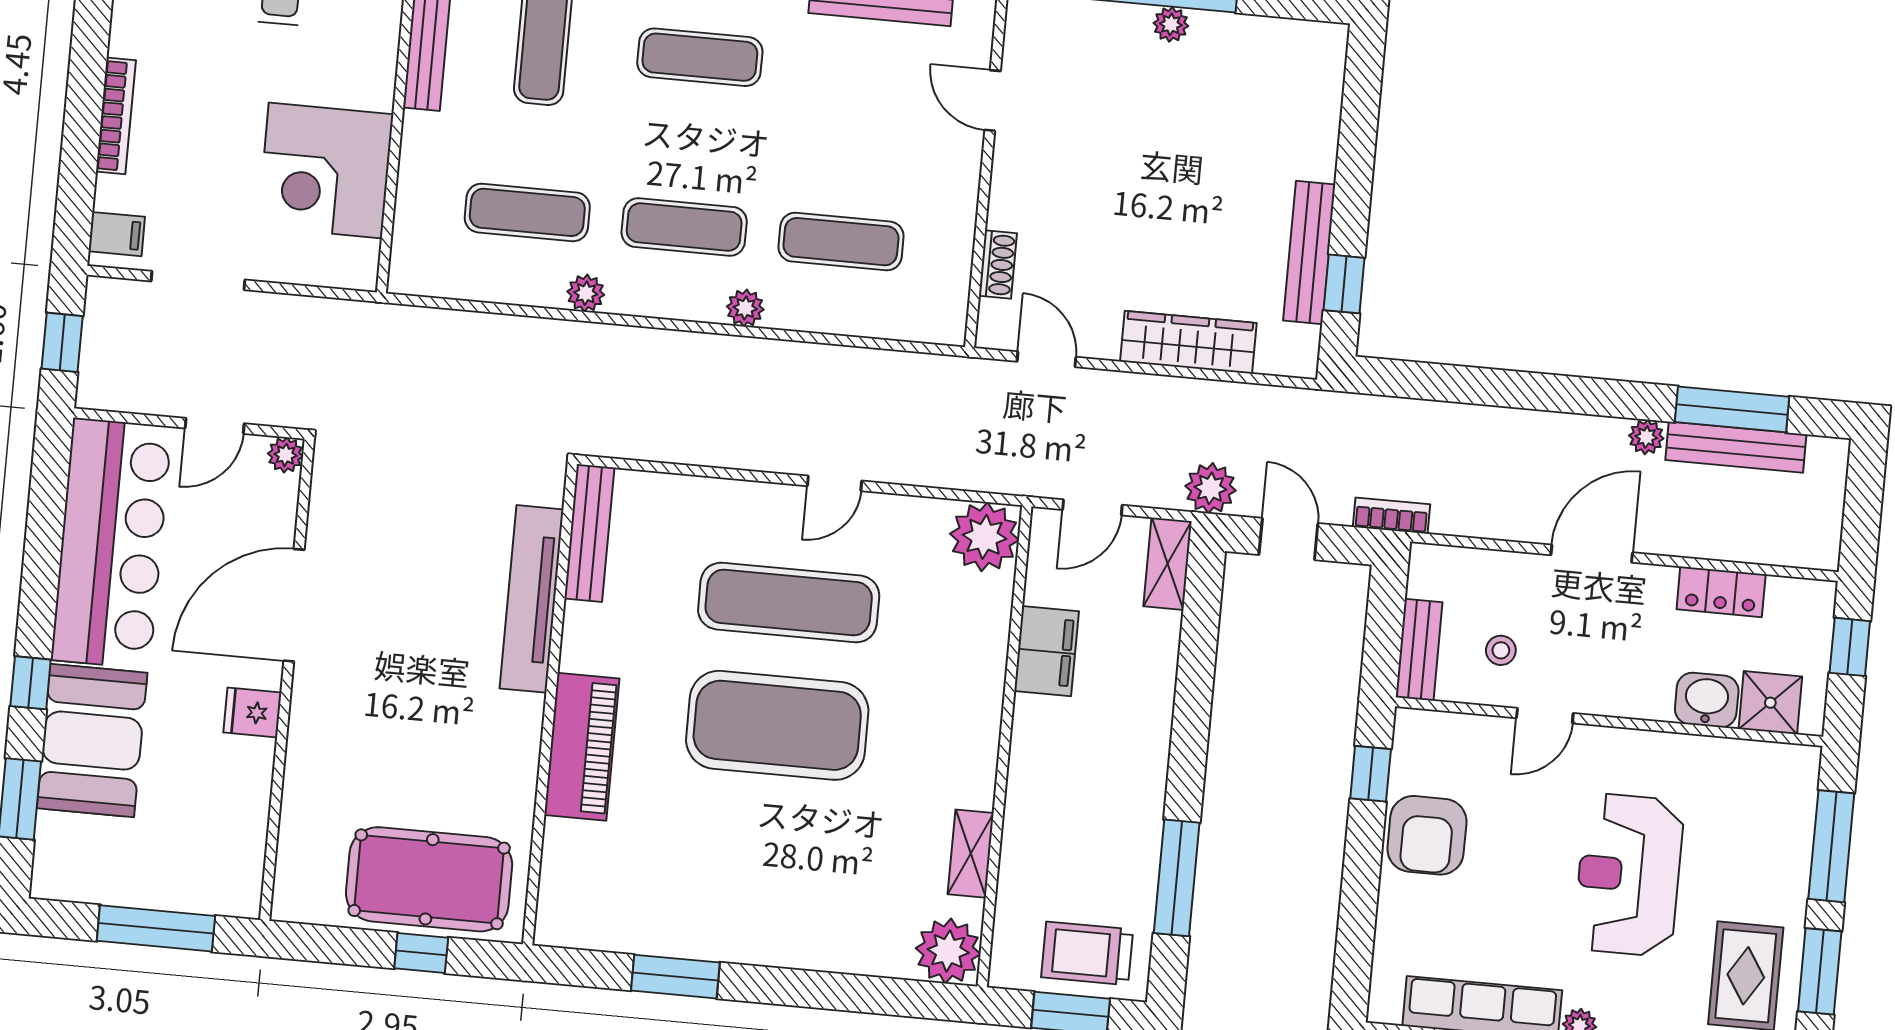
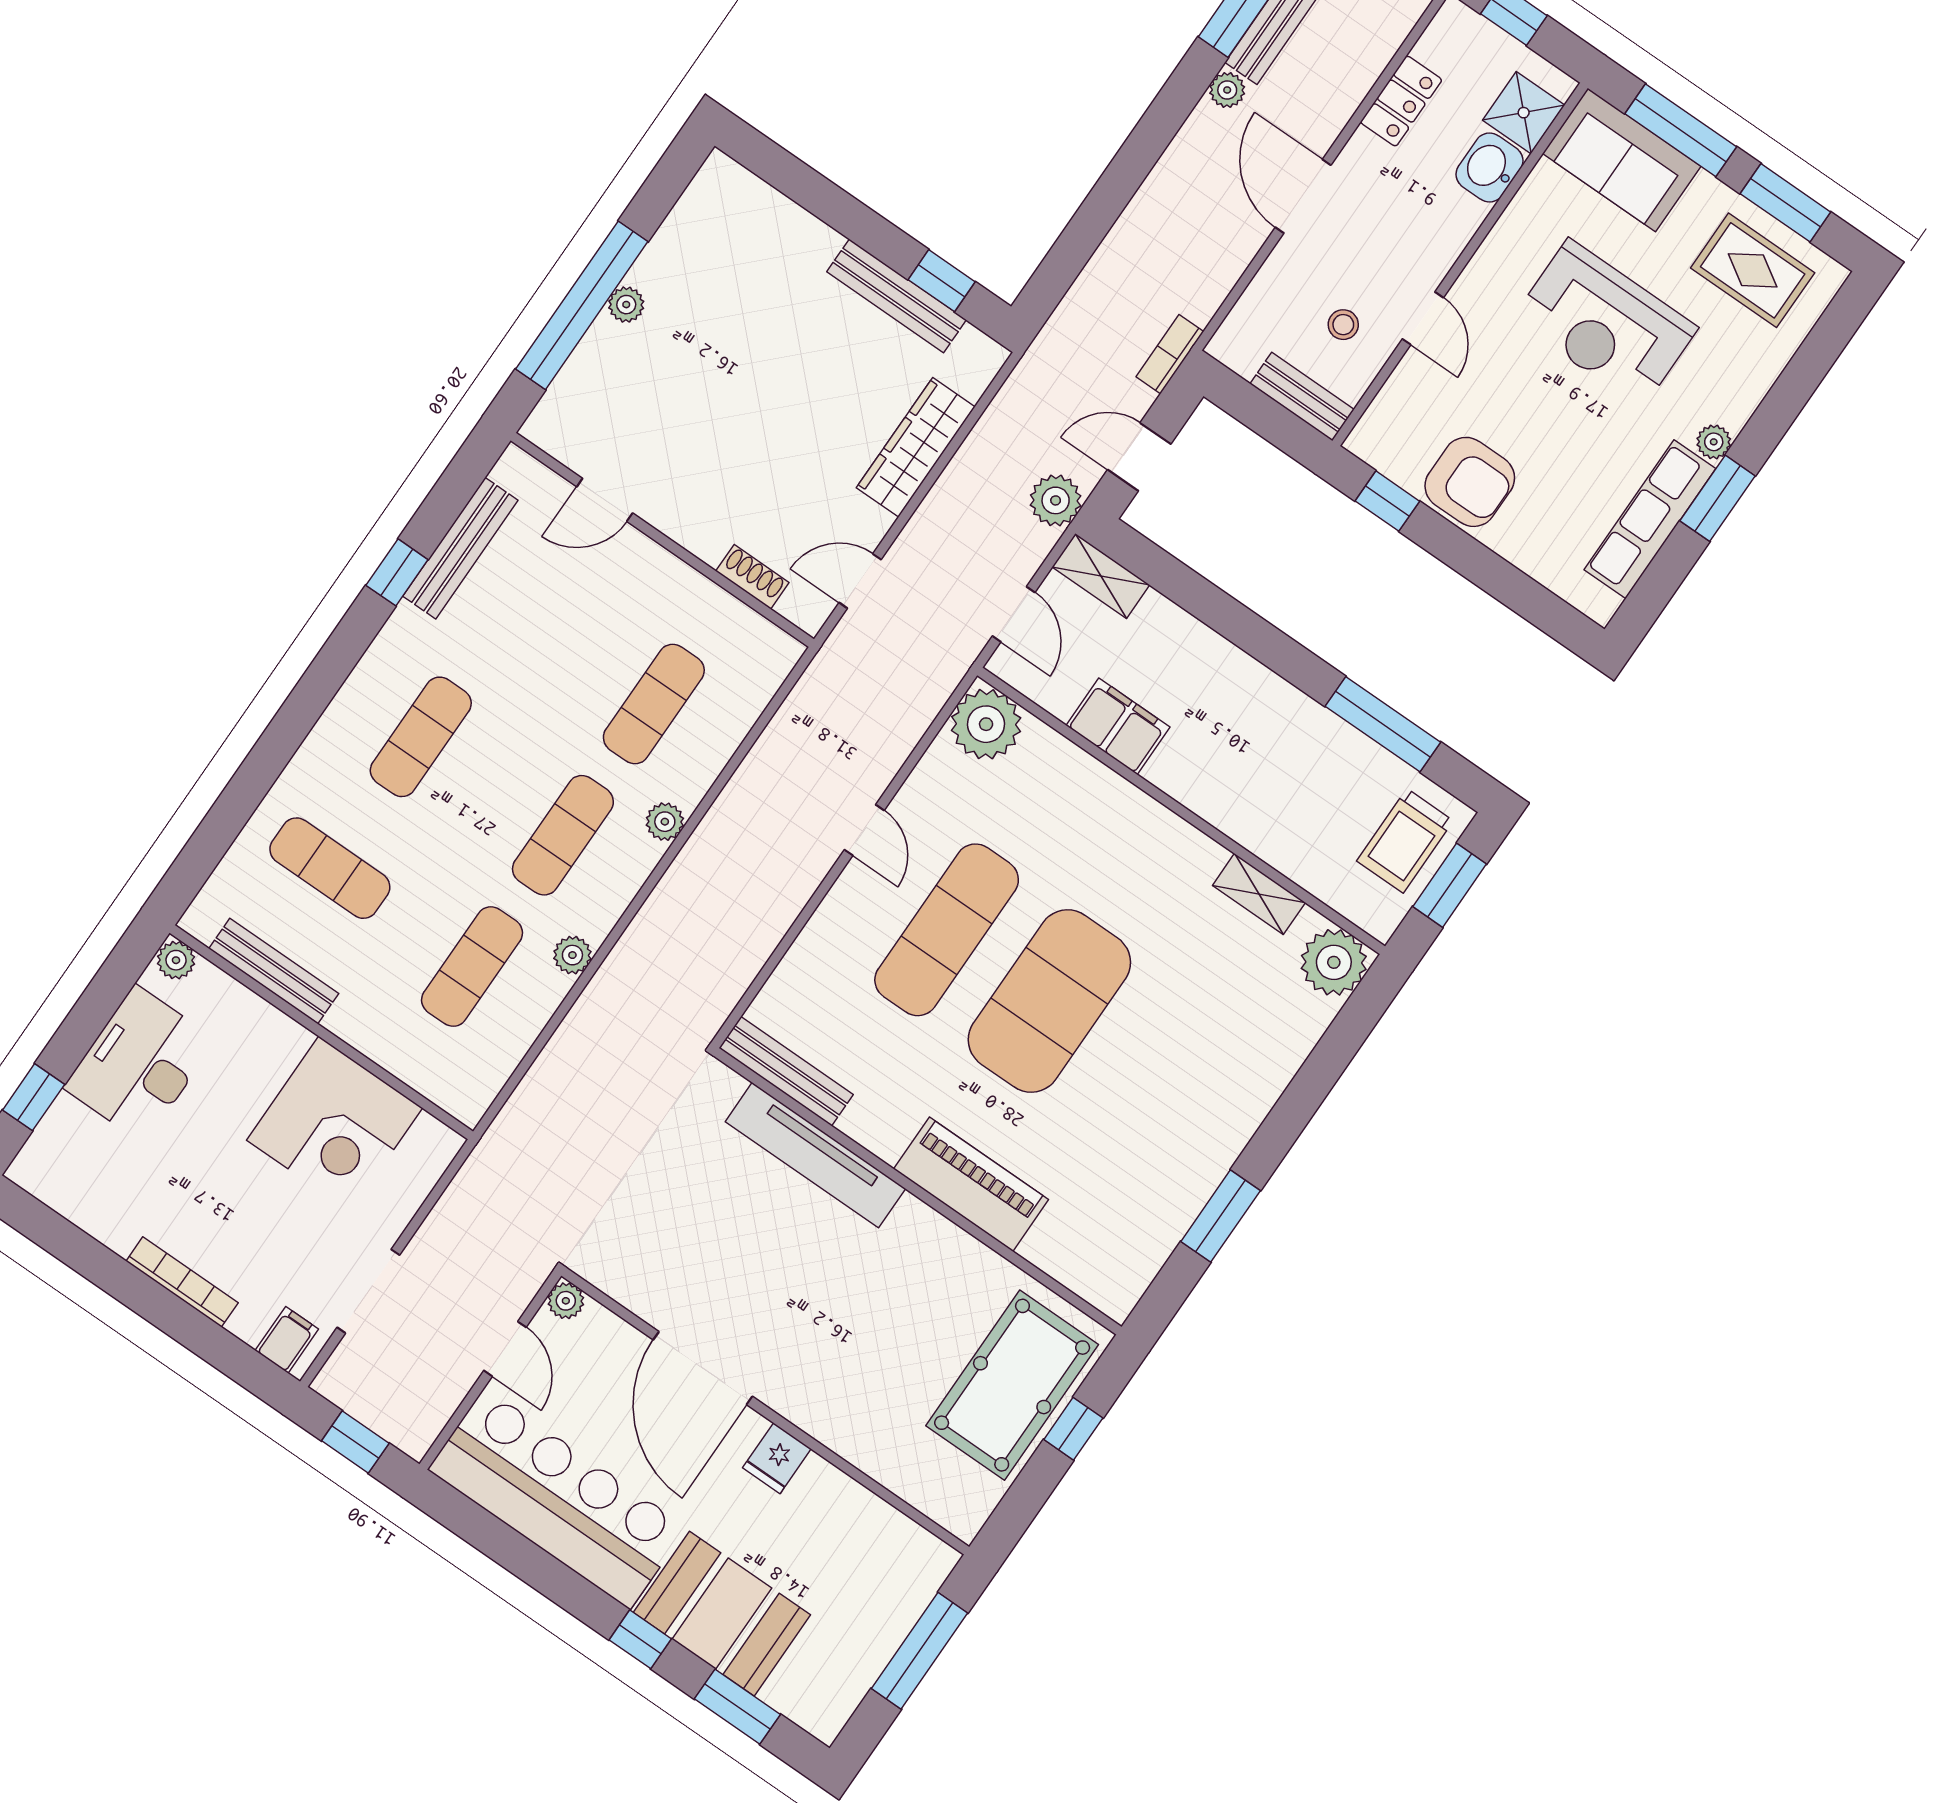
sofa: (1777, 810) -> (1622, 160), added

